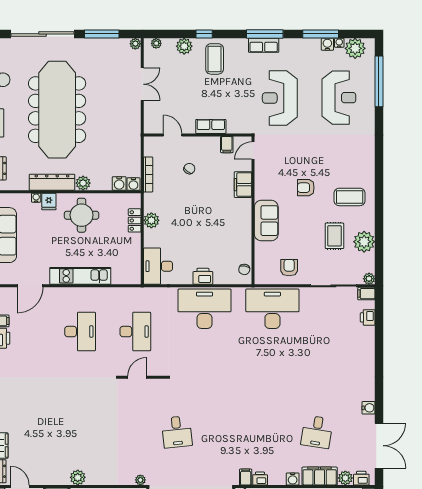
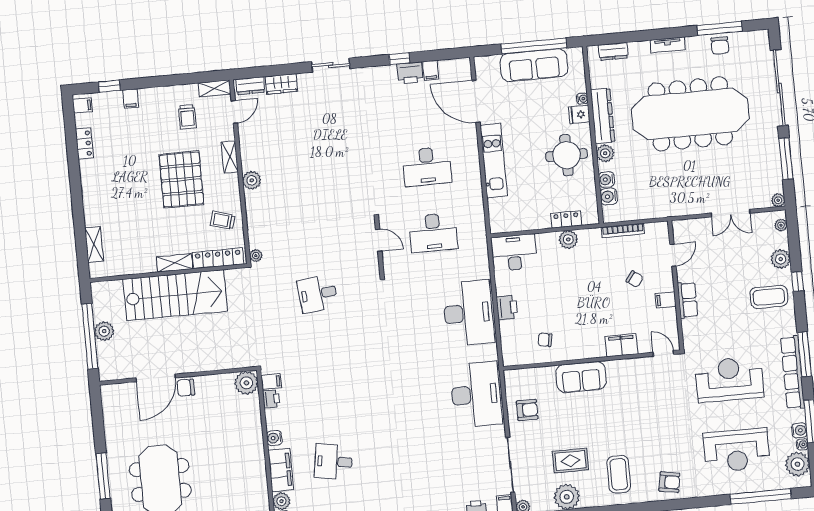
row of seats: (264, 45) -> (792, 372), width x2.02
filing cabinet: (227, 145) -> (666, 300), moved
water cooler: (133, 184) -> (606, 180), moved
armchair: (306, 188) -> (669, 482), moved, turned 100
chair: (244, 269) -> (545, 340), moved
door: (30, 286) -> (476, 101), width x1.36

